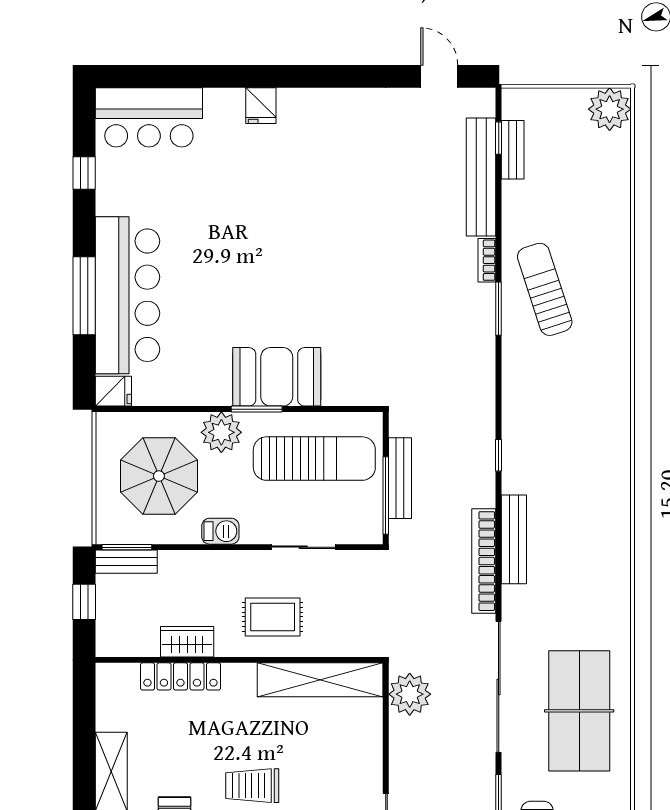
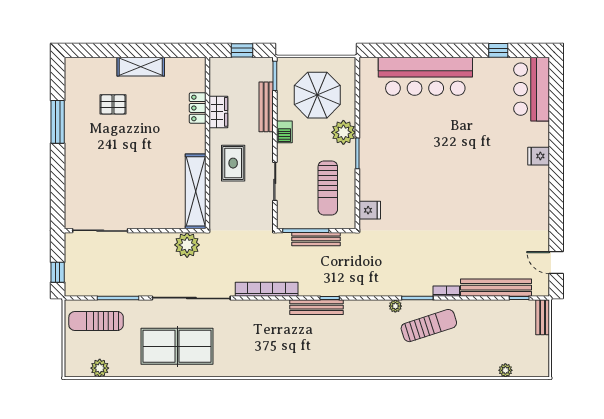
door: (439, 76) -> (556, 263), swing flipped
plant: (610, 109) -> (505, 370), moved, width x0.53, depth x0.53
bench: (513, 150) -> (543, 317), moved, turned 90
window: (84, 296) -> (425, 50), removed
plant: (512, 345) -> (395, 306), added
booth: (277, 377) -> (377, 165), removed
fridge: (113, 391) -> (370, 210), moved, turned -90
sun lounger: (314, 459) -> (328, 188), width x0.73, depth x0.75
bench: (514, 539) -> (316, 307), moved
bench: (126, 562) -> (266, 107), moved, width x1.36
locker: (180, 676) -> (198, 108), width x0.66
trolley: (252, 786) -> (132, 151), removed

